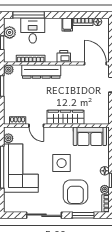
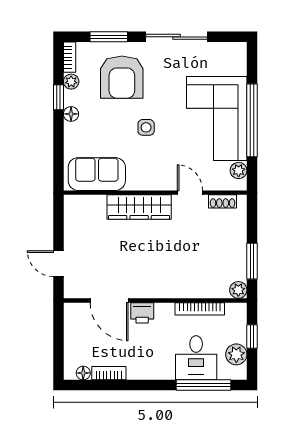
filing cabinet: (67, 25) -> (136, 368), removed
door: (95, 63) -> (109, 300), moved
dresser: (41, 72) -> (181, 286), removed
side table: (62, 163) -> (146, 127), width x0.54, depth x0.54
armchair: (75, 192) -> (122, 77), turned 180

